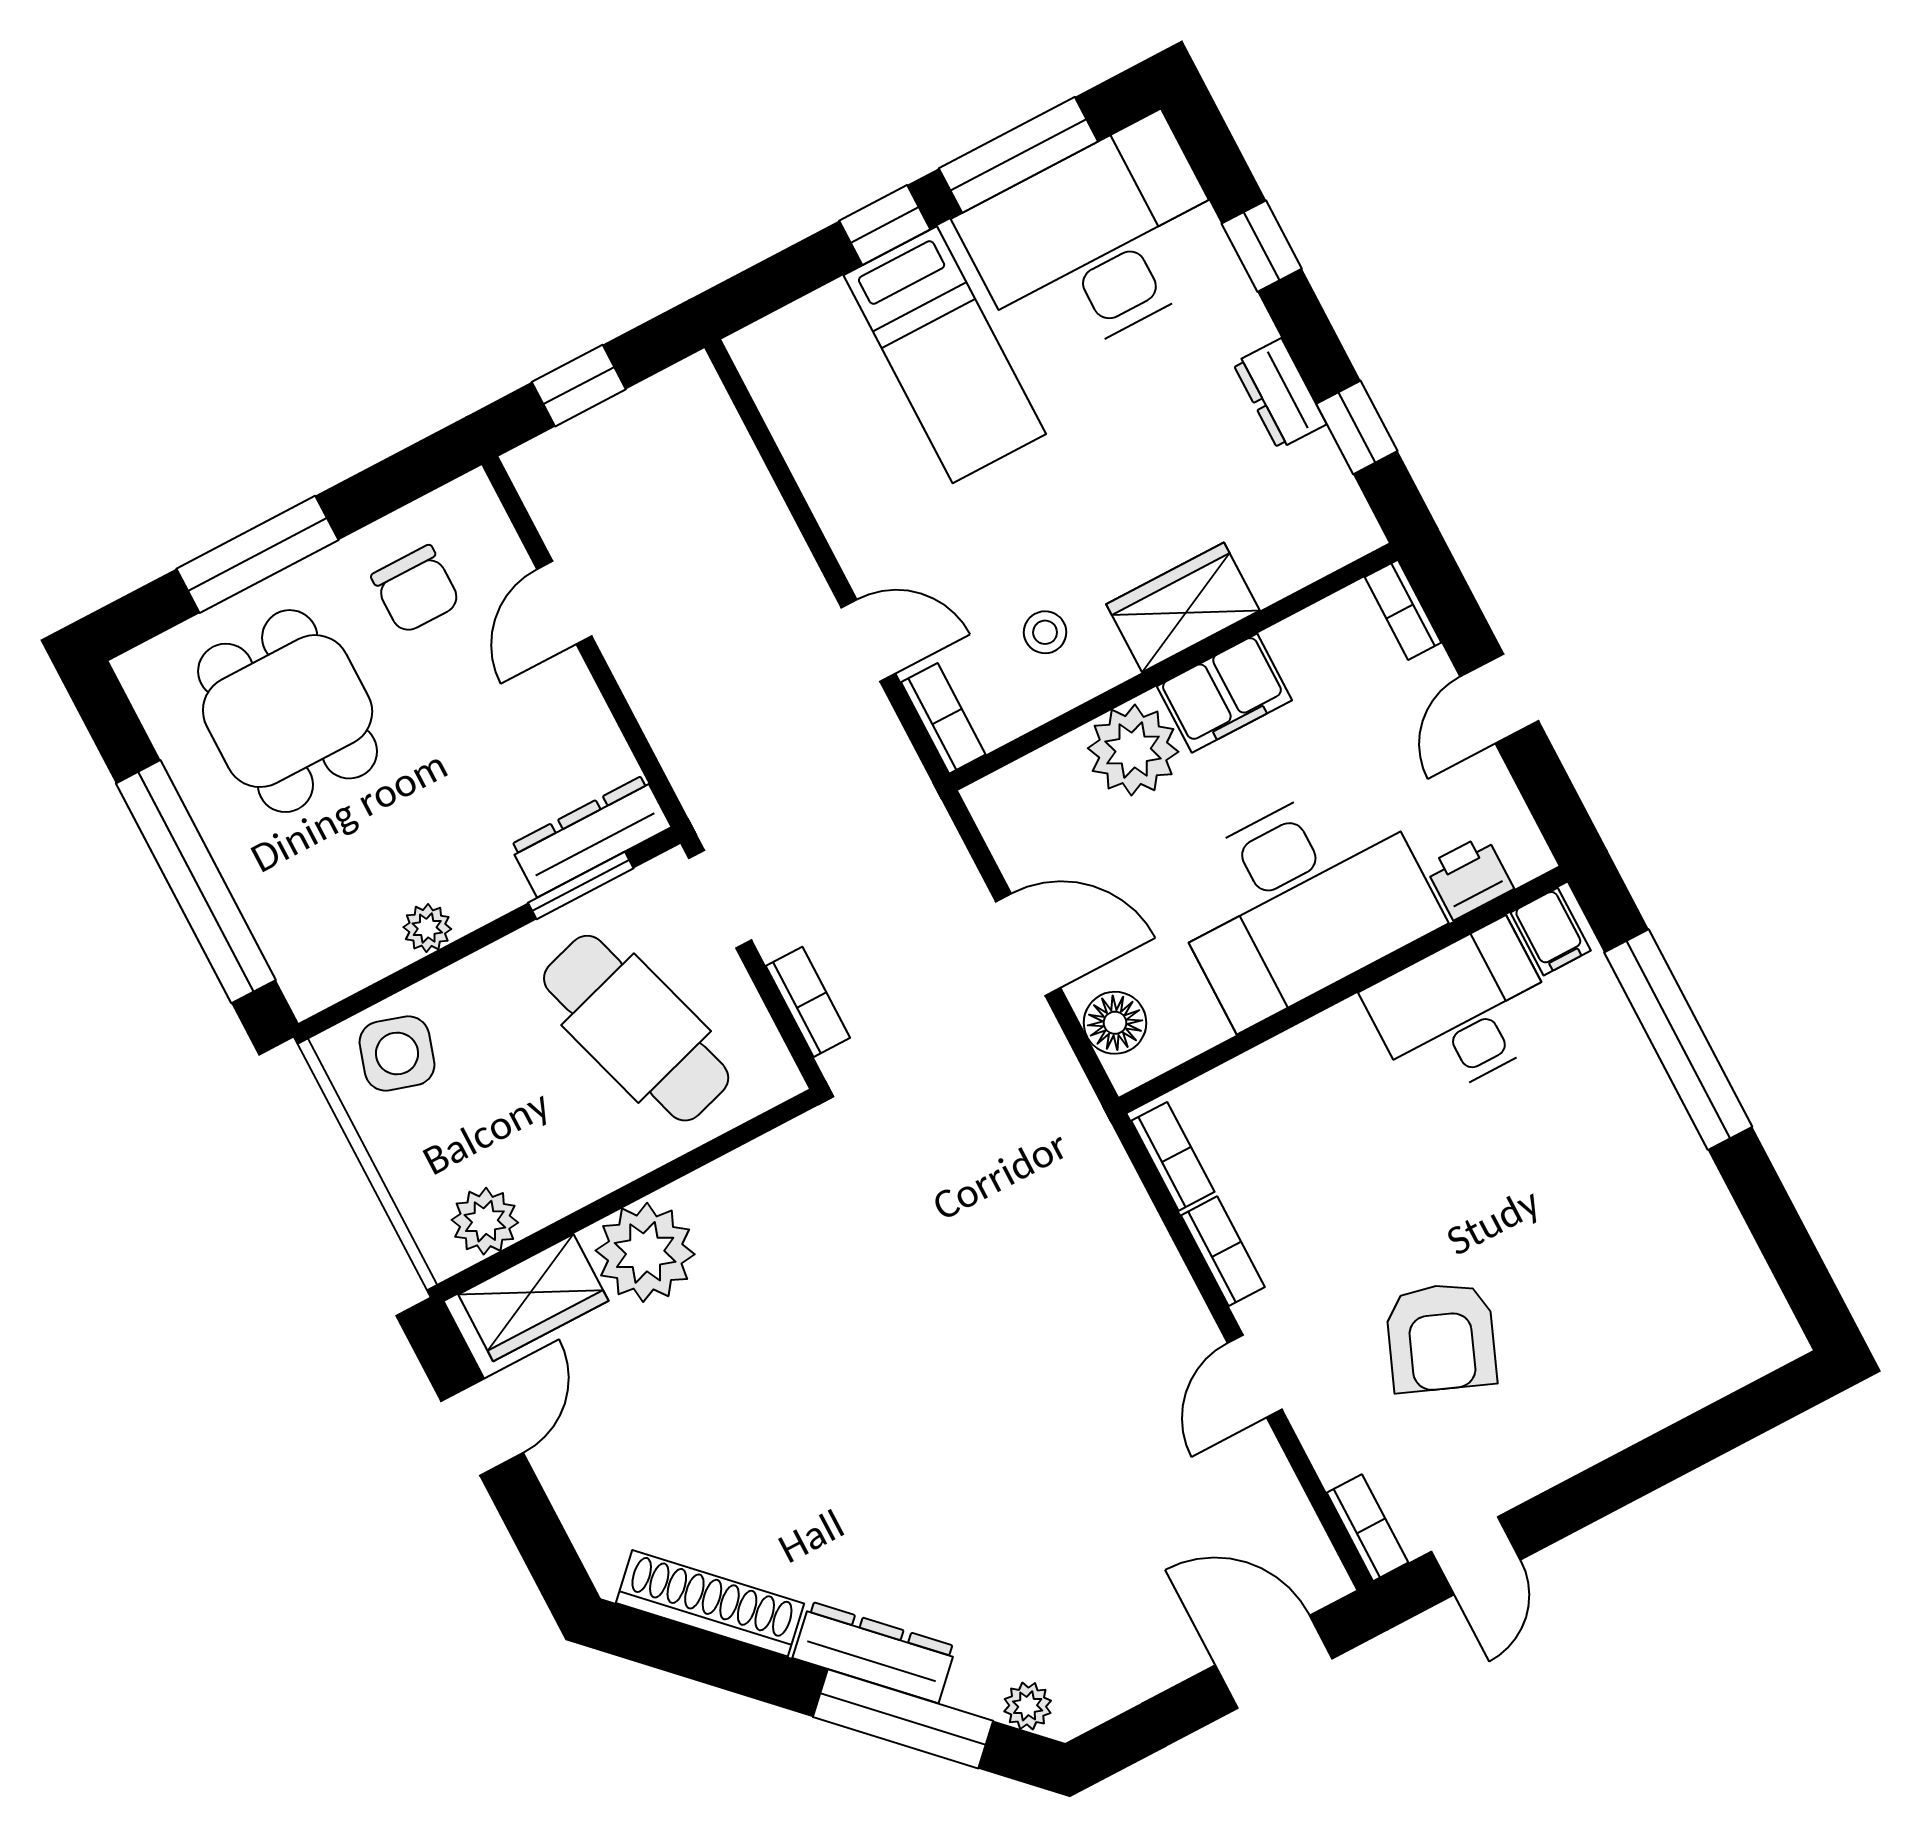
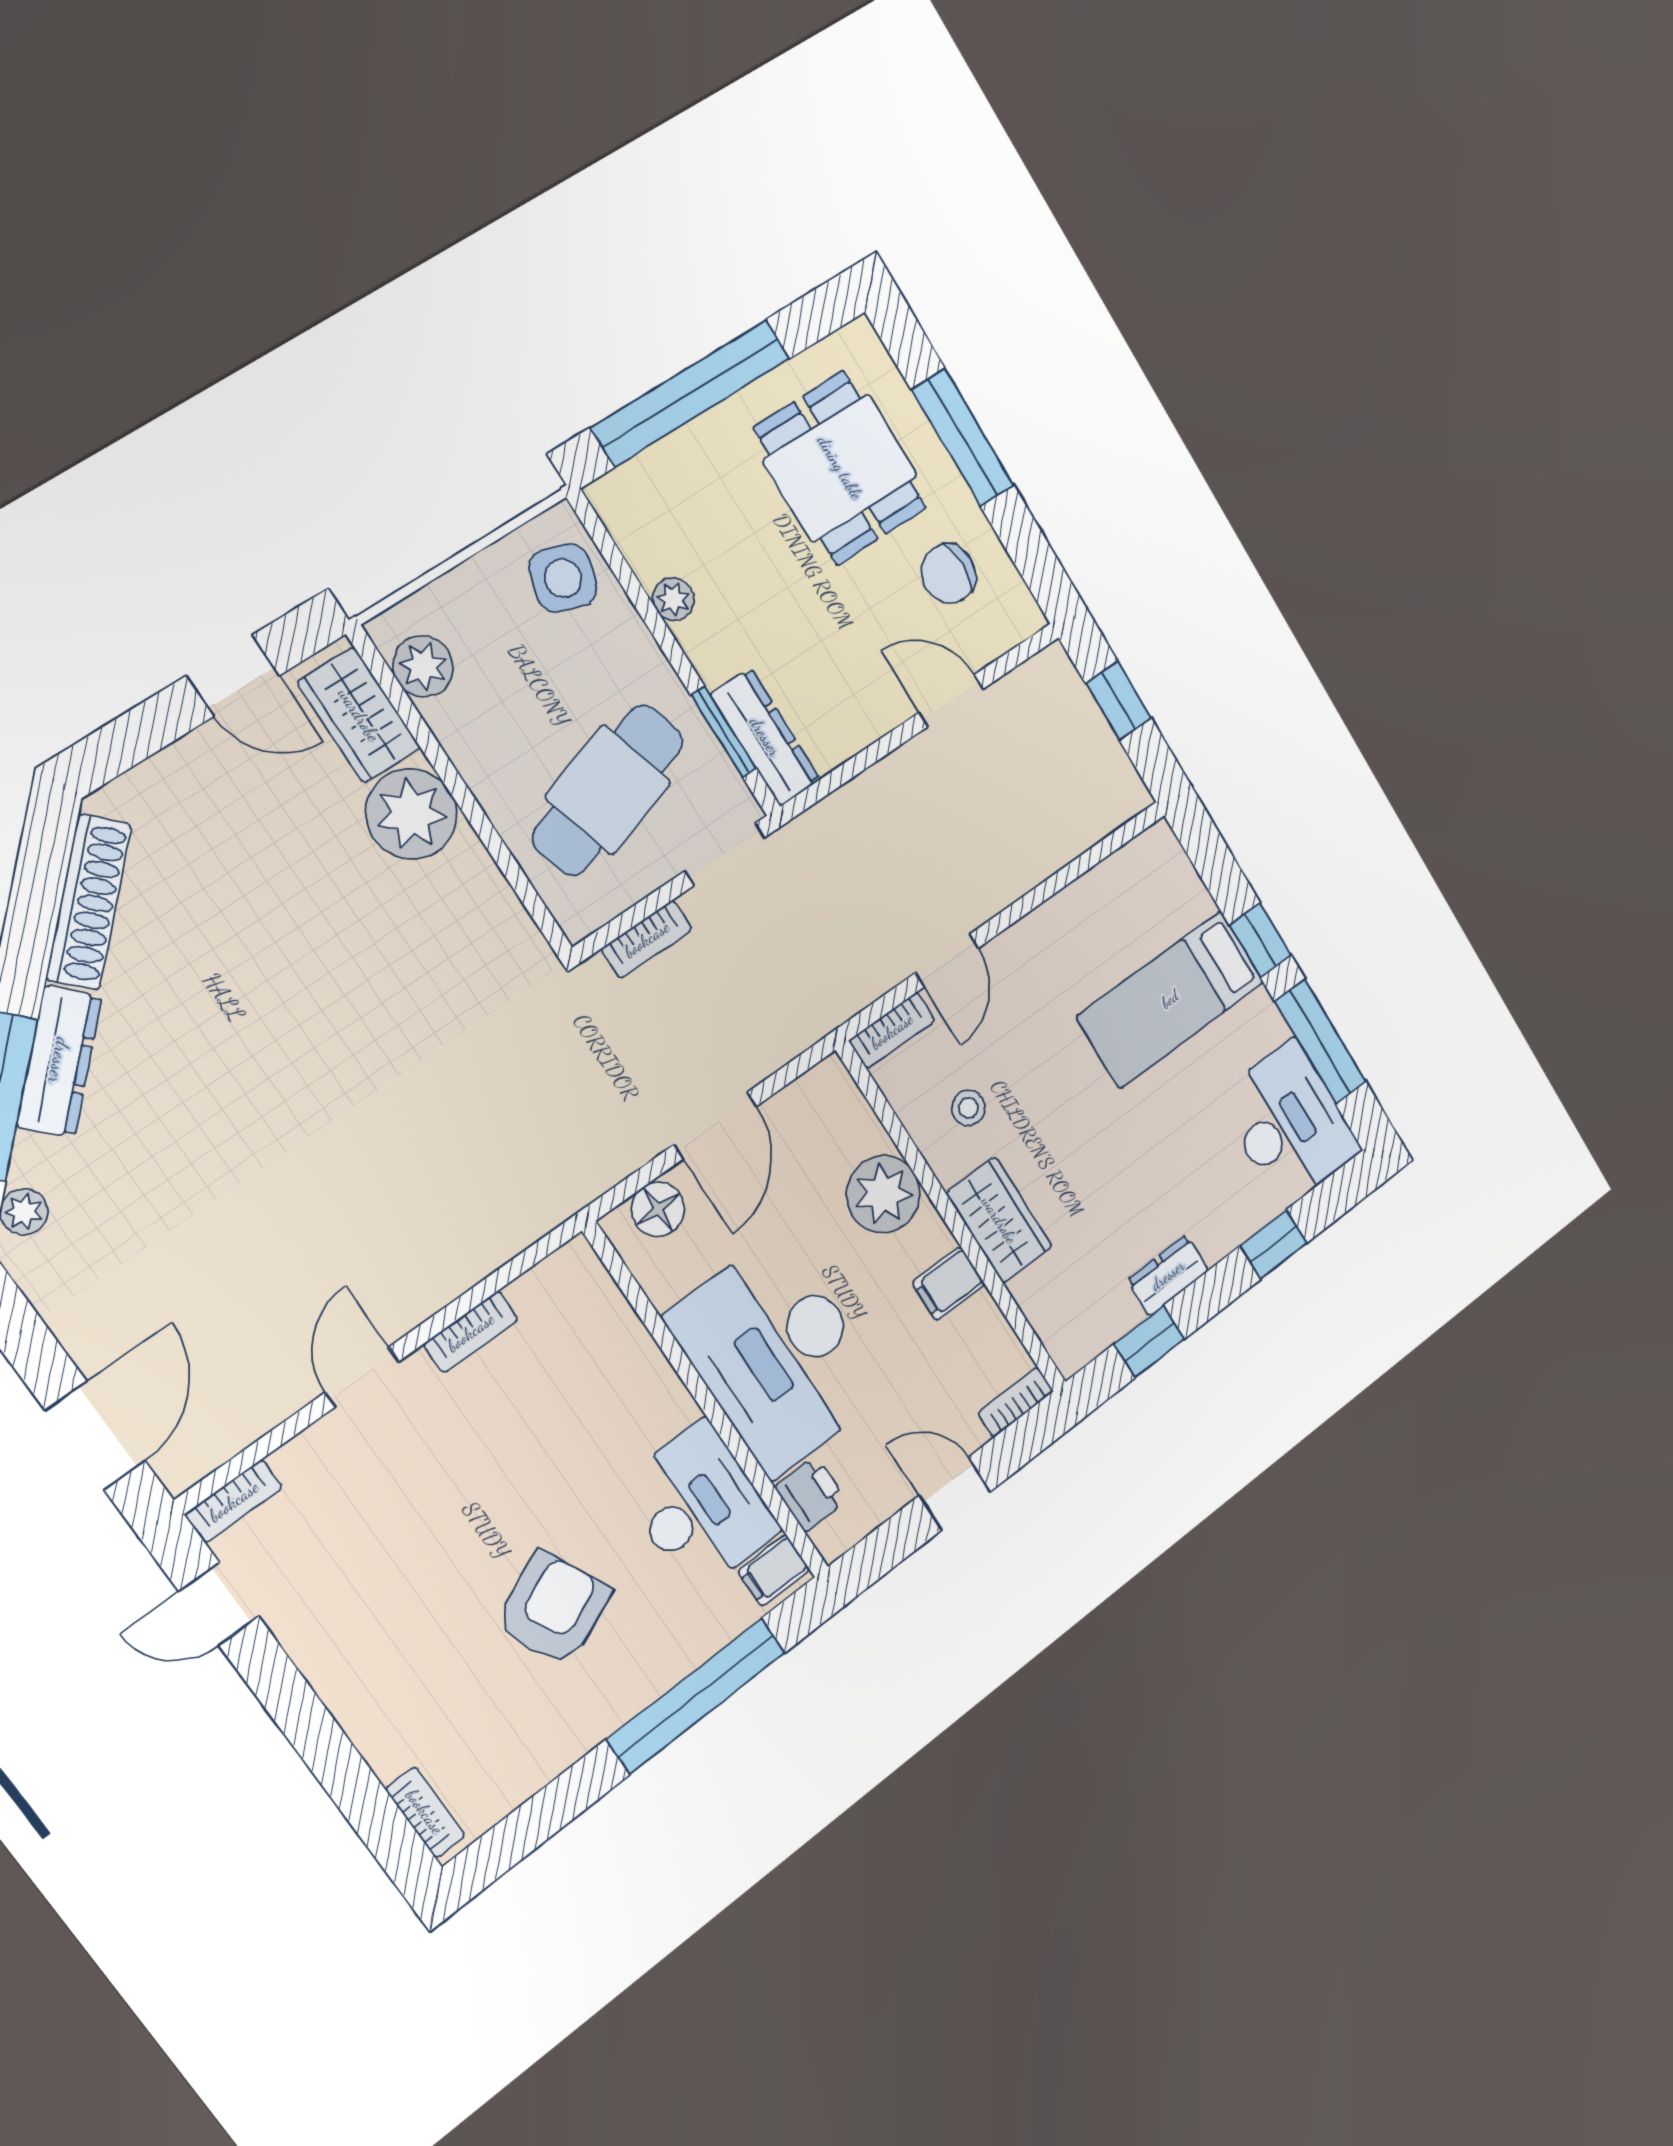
desk: (1097, 242) -> (1289, 1124), width x0.73, depth x0.77
filing cabinet: (1224, 693) -> (948, 1284), width x0.50
dining table: (288, 711) -> (840, 468), turned 90
bookcase: (1173, 1156) -> (425, 1812), moved, turned -90
armchair: (1441, 1337) -> (553, 1609), moved, turned 133
door: (1255, 1376) -> (362, 1377), hinge flipped

